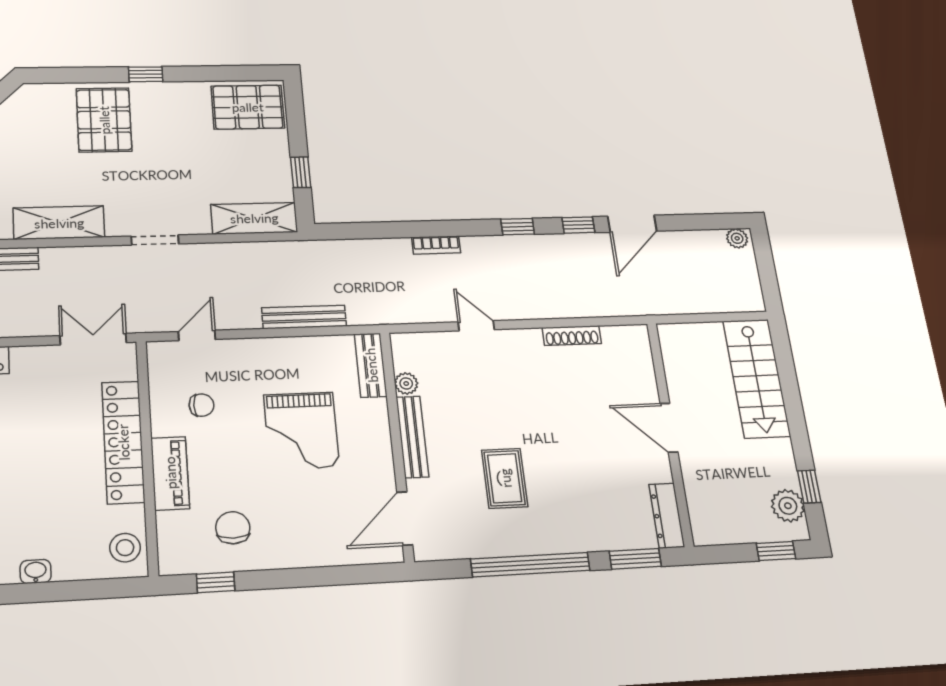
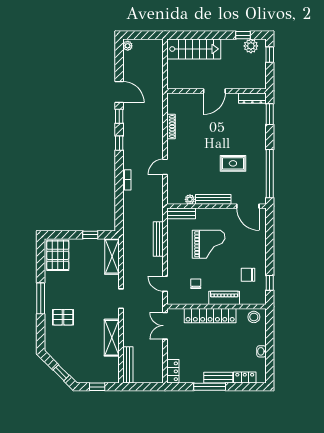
window: (146, 74) -> (41, 298), width x2.17
pallet: (104, 120) -> (63, 317), width x0.67, depth x0.71
window: (530, 565) -> (270, 174), moved

